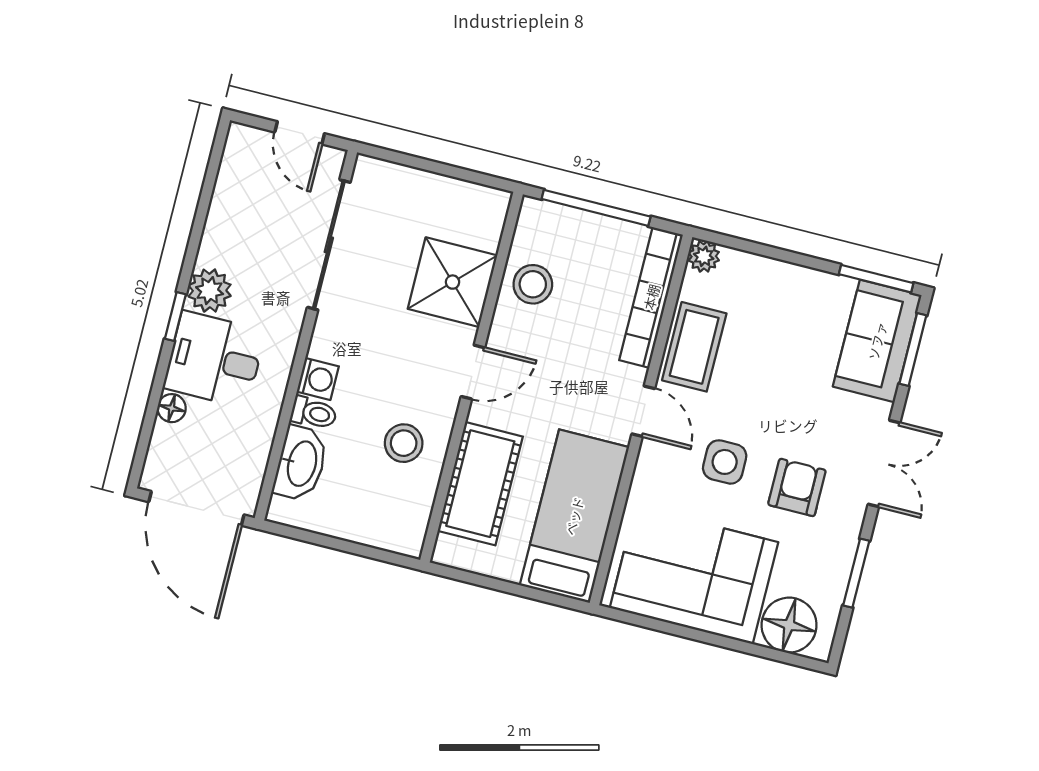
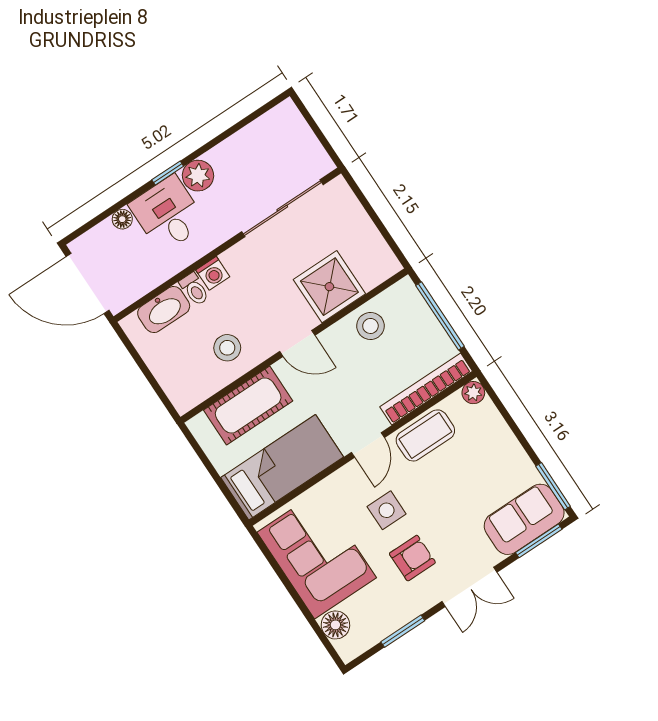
door: (300, 133) -> (320, 136), removed
door: (196, 508) -> (88, 283), hinge flipped
floor lamp: (789, 625) -> (335, 625), width x0.73, depth x0.73

